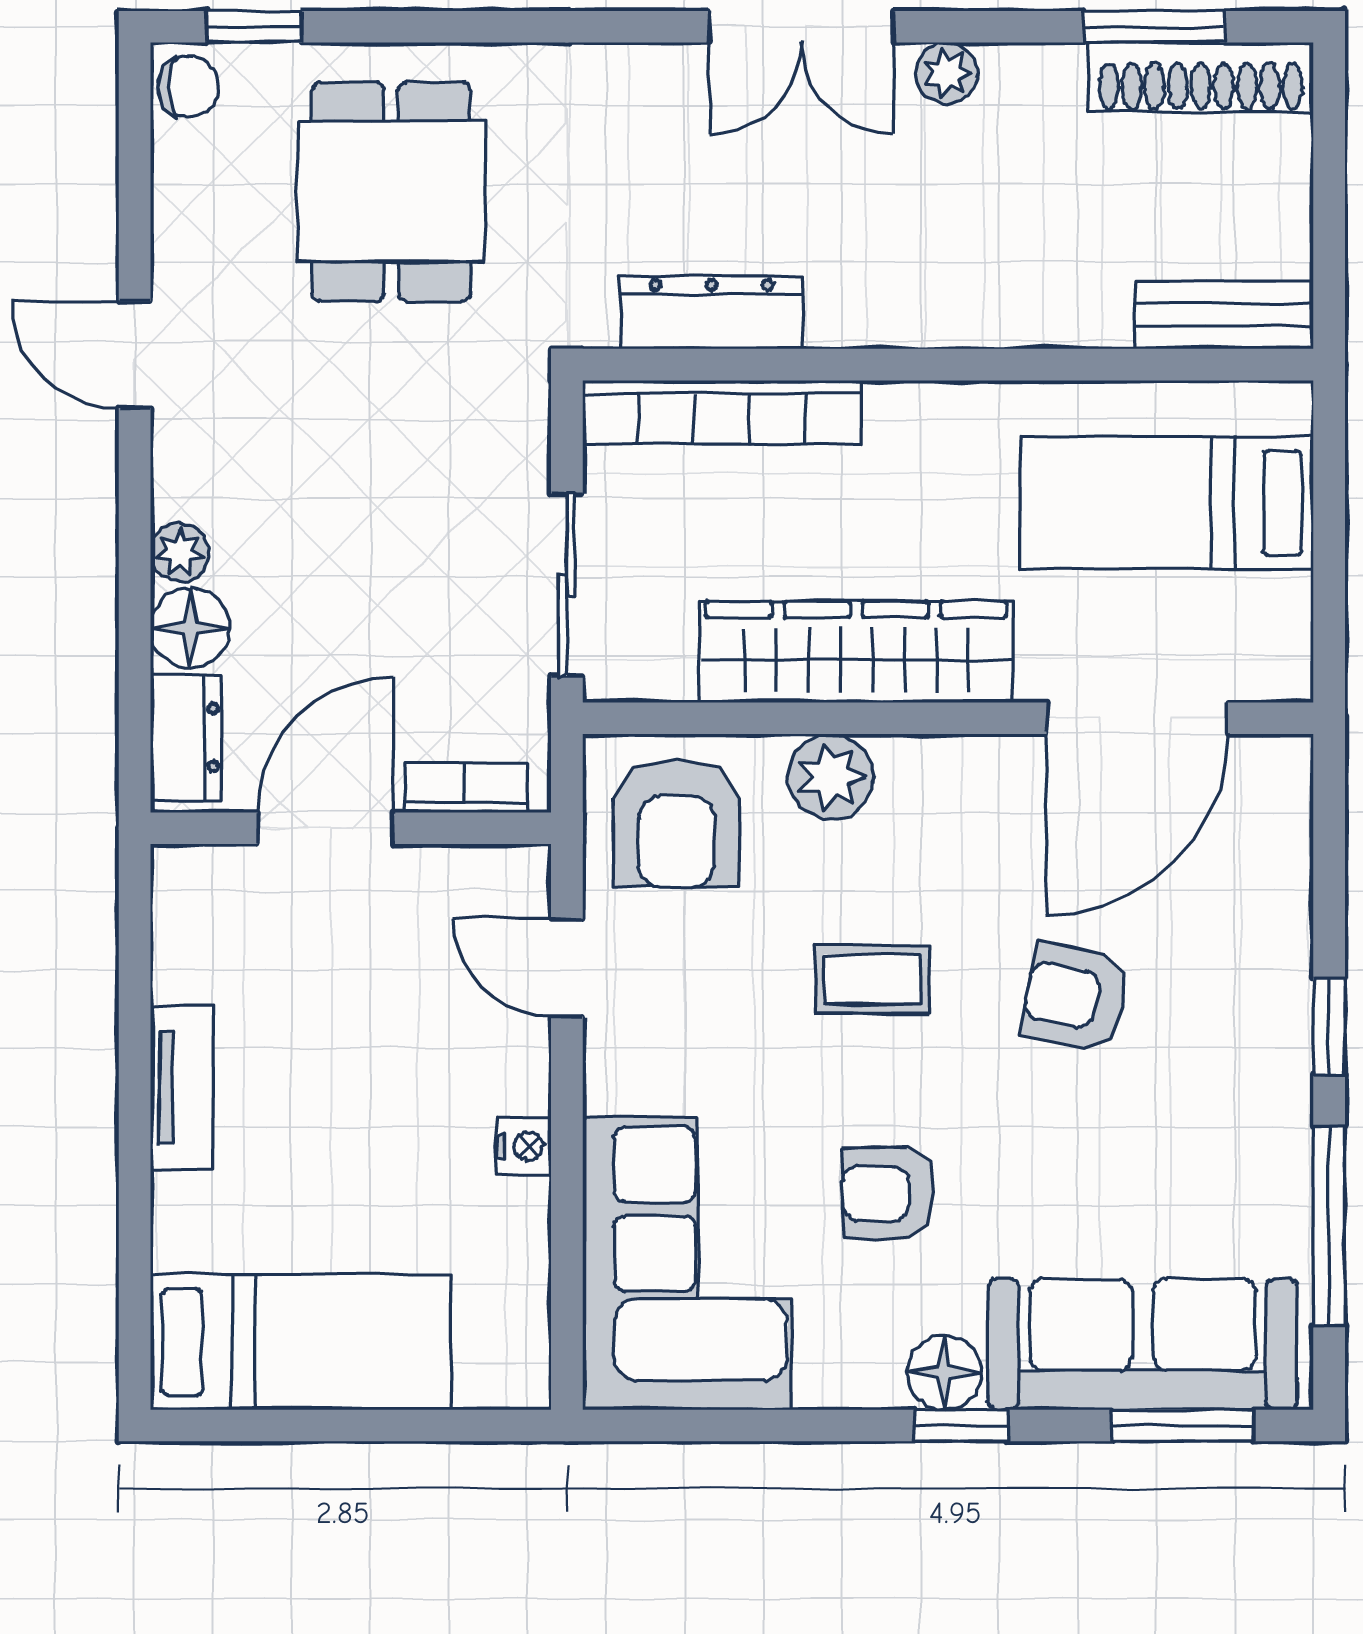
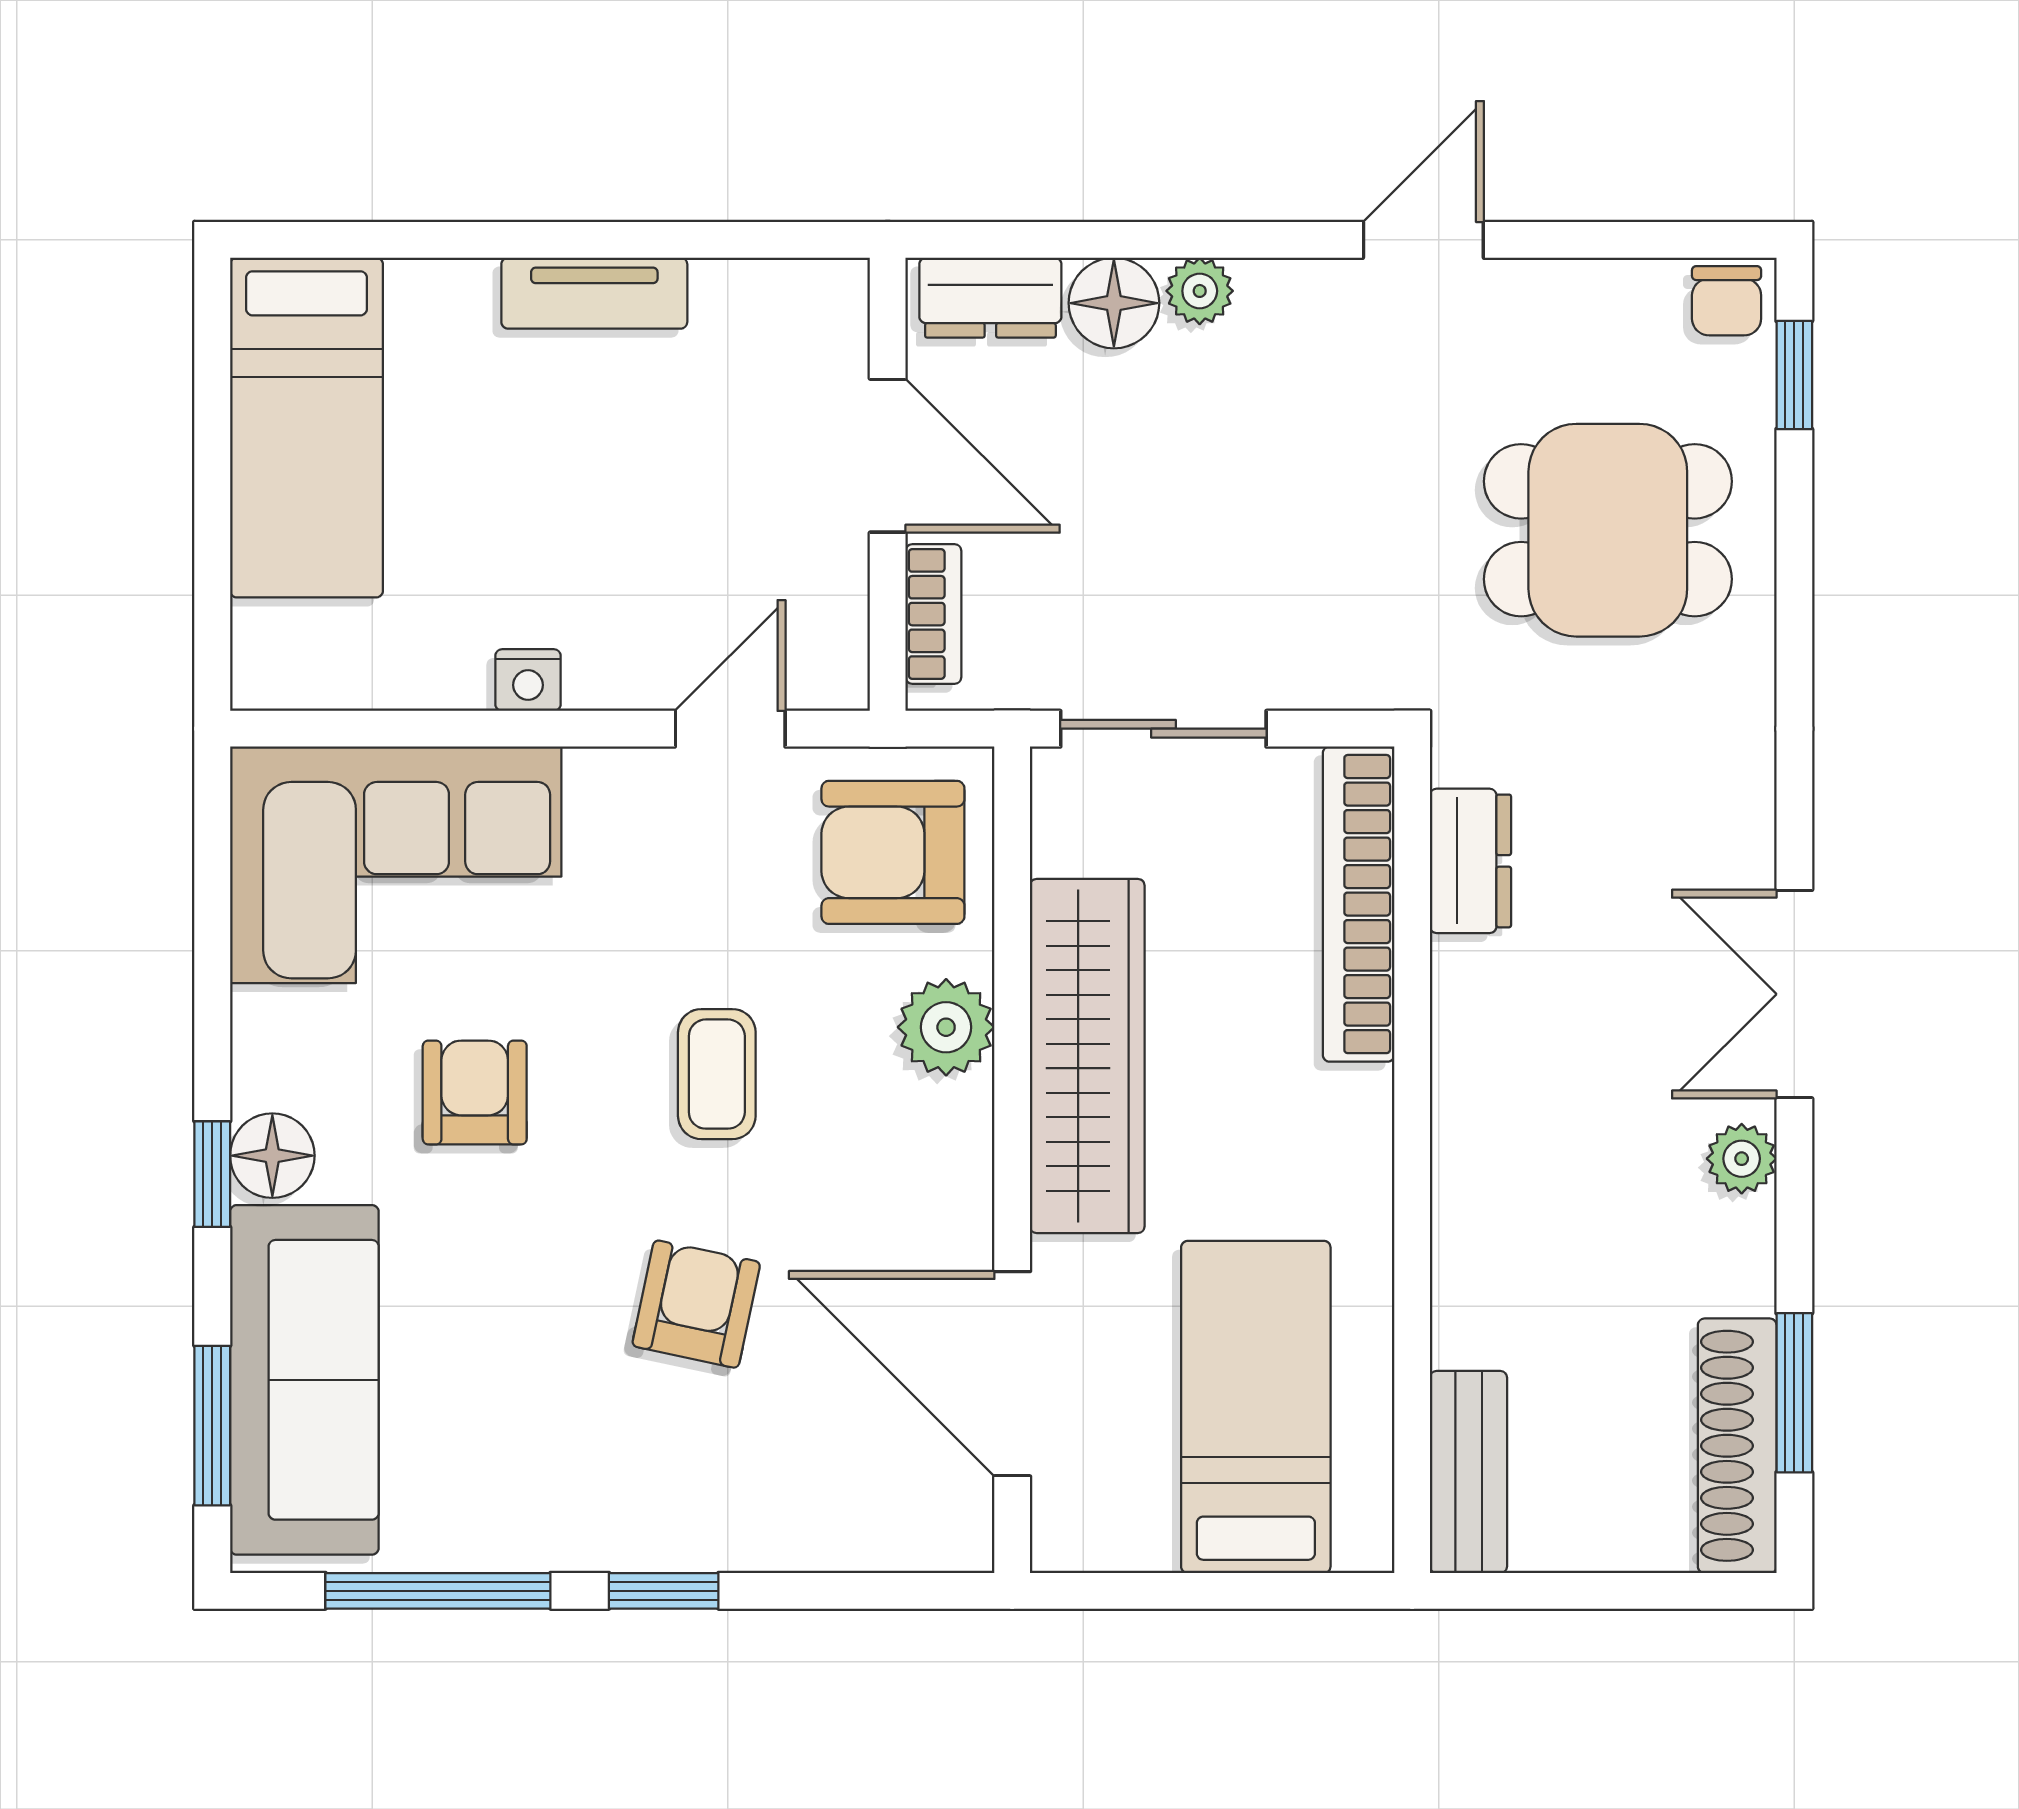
dresser: (712, 313) -> (1470, 861), width x0.70

